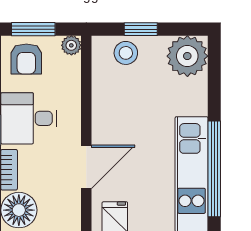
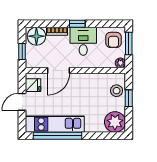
armchair: (26, 59) -> (113, 40), turned -90
door: (86, 167) -> (58, 71), hinge flipped

